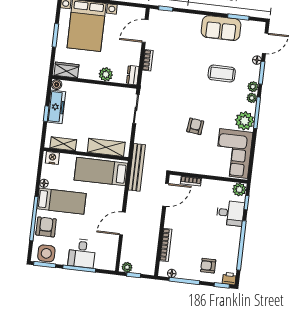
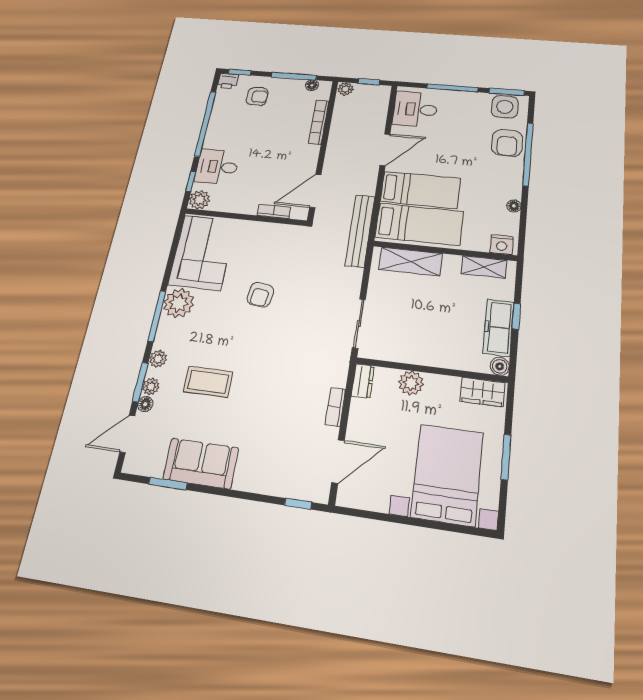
plant: (252, 98) -> (151, 387), moved
bed: (61, 201) -> (420, 190), moved, turned 180
desk: (82, 253) -> (415, 109), moved, turned -90
plant: (127, 267) -> (345, 89), moved

